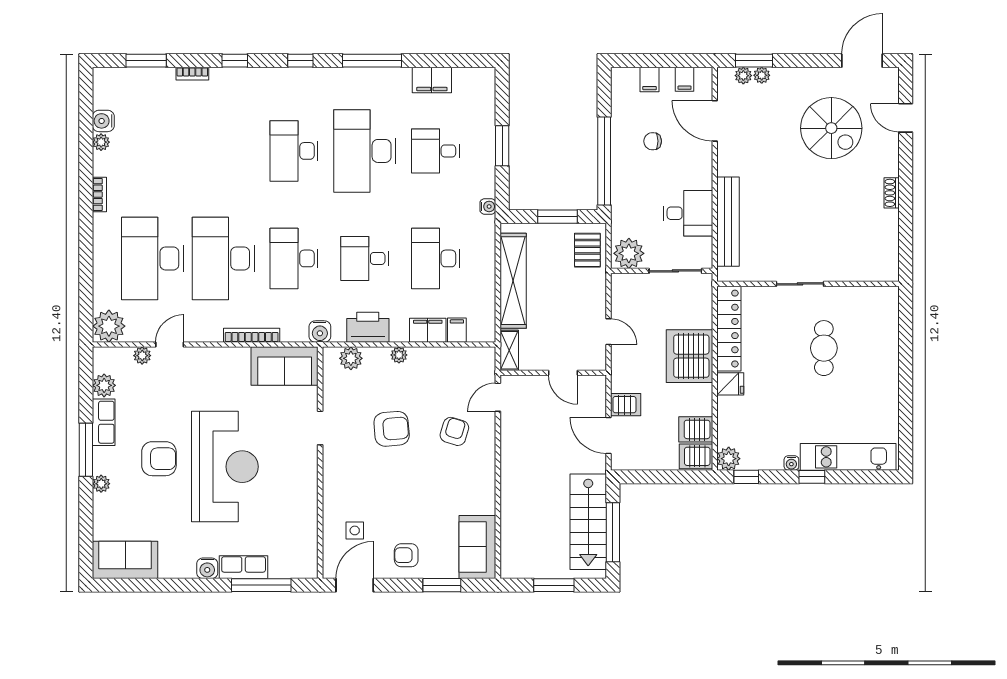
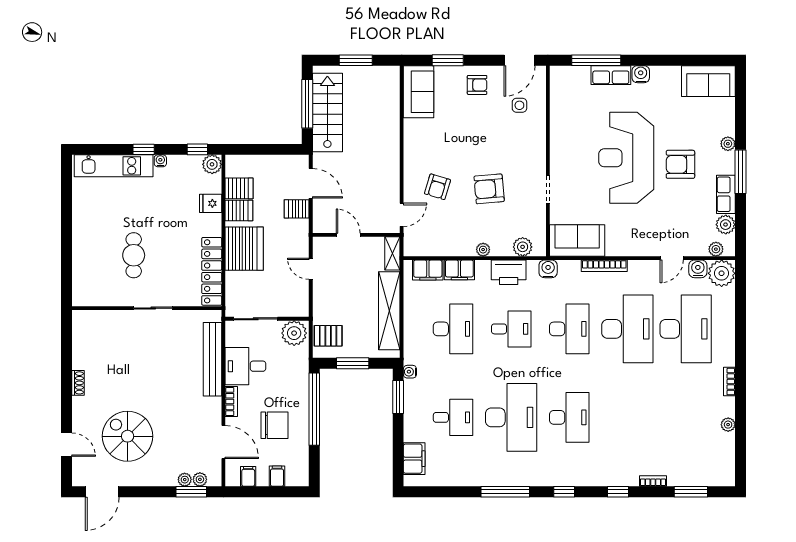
filing cabinet: (432, 80) -> (414, 459), moved, turned 90
water cooler: (103, 121) -> (698, 269), moved, turned -90
chair: (653, 141) -> (274, 425), width x1.87, depth x1.87
window: (502, 146) -> (398, 397), moved
bookcase: (705, 170) -> (231, 402), added
pallet: (587, 250) -> (328, 336), turned 90
filing cabinet: (457, 330) -> (428, 270), width x2.00
plant: (142, 356) -> (716, 249), moved
fridge: (730, 384) -> (211, 203), moved
server rack: (696, 456) -> (239, 211), moved

